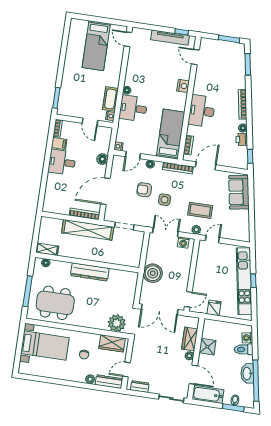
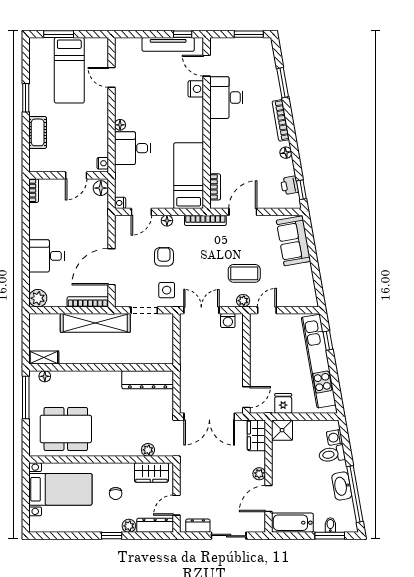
window: (92, 19) -> (59, 34), added
door: (128, 39) -> (111, 77), moved
window: (248, 64) -> (283, 83), moved
nightstand: (183, 86) -> (196, 89), moved
window: (56, 98) -> (26, 98), moved
cot: (110, 99) -> (38, 132), moved
desk: (202, 111) -> (226, 98), moved
door: (90, 122) -> (76, 175), hinge flipped
printer: (242, 139) -> (290, 185), moved
filing cabinet: (59, 144) -> (39, 211), removed
floor lamp: (102, 159) -> (101, 188), moved
desk: (62, 162) -> (46, 256), moved
armchair: (144, 190) -> (164, 257), turned 90
side table: (165, 200) -> (167, 290), moved
plant: (49, 206) -> (38, 298), added
dresser: (90, 272) -> (148, 380), moved
boiler: (153, 273) -> (193, 369), removed
window: (253, 281) -> (328, 340), moved
window: (28, 291) -> (26, 398), moved
plant: (117, 323) -> (148, 450), width x0.53, depth x0.53
wardrobe: (190, 339) -> (256, 435), moved
shower: (207, 347) -> (282, 430), moved
door: (193, 375) -> (269, 499), swing flipped
window: (77, 384) -> (112, 536), added
sliding door: (171, 399) -> (229, 536), moved

